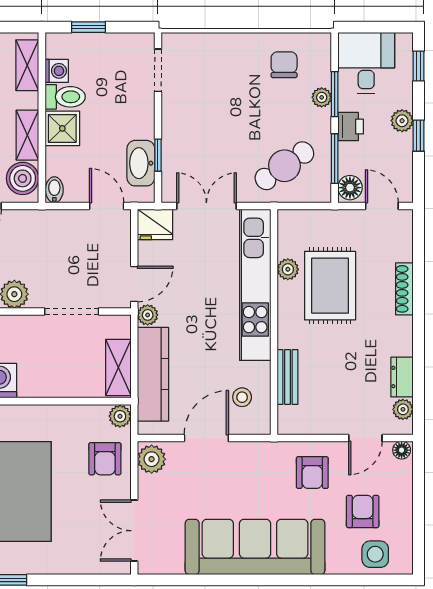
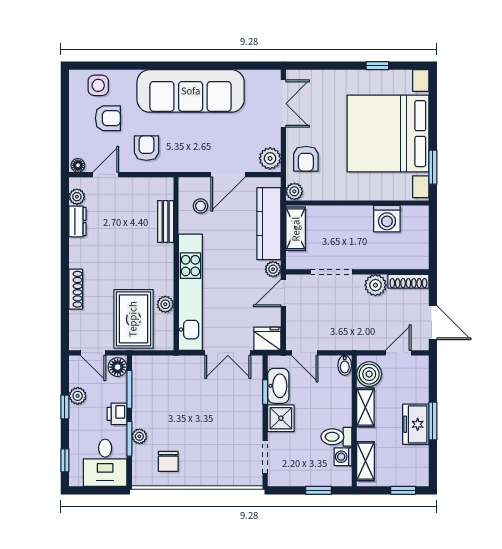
plant: (402, 121) -> (78, 396), moved
shower: (62, 128) -> (281, 418), moved
cafe table: (284, 166) -> (168, 384), removed
rug: (330, 286) -> (133, 319), moved
armchair: (105, 459) -> (306, 159), turned 180
armchair: (363, 511) -> (108, 118), turned -90

